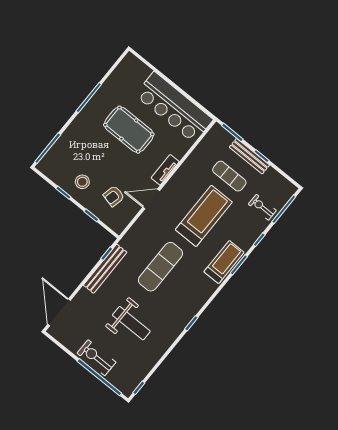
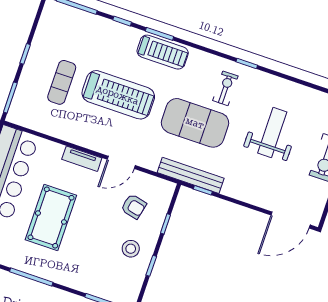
bench: (249, 156) -> (30, 68), removed
door: (151, 199) -> (121, 162), hinge flipped
exercise bike: (262, 207) -> (225, 88), moved, turned 180
treadmill: (204, 216) -> (118, 95), turned 180
treadmill: (224, 262) -> (163, 52), turned 180
exercise mat: (160, 267) -> (195, 123), width x1.47
bench: (105, 269) -> (191, 175), moved

